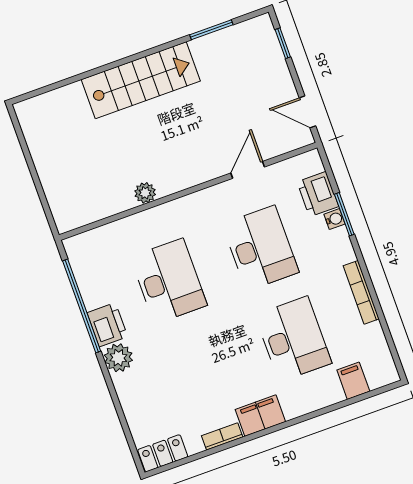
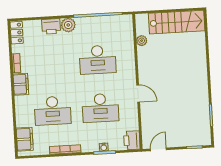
stairs: (141, 80) -> (177, 22), moved, turned -90
door: (248, 170) -> (138, 93), moved
plant: (145, 193) -> (142, 41), moved
printer: (318, 194) -> (132, 140), moved, turned -90
printer: (107, 325) -> (51, 26), moved
filing cabinet: (353, 381) -> (25, 139), width x2.00

